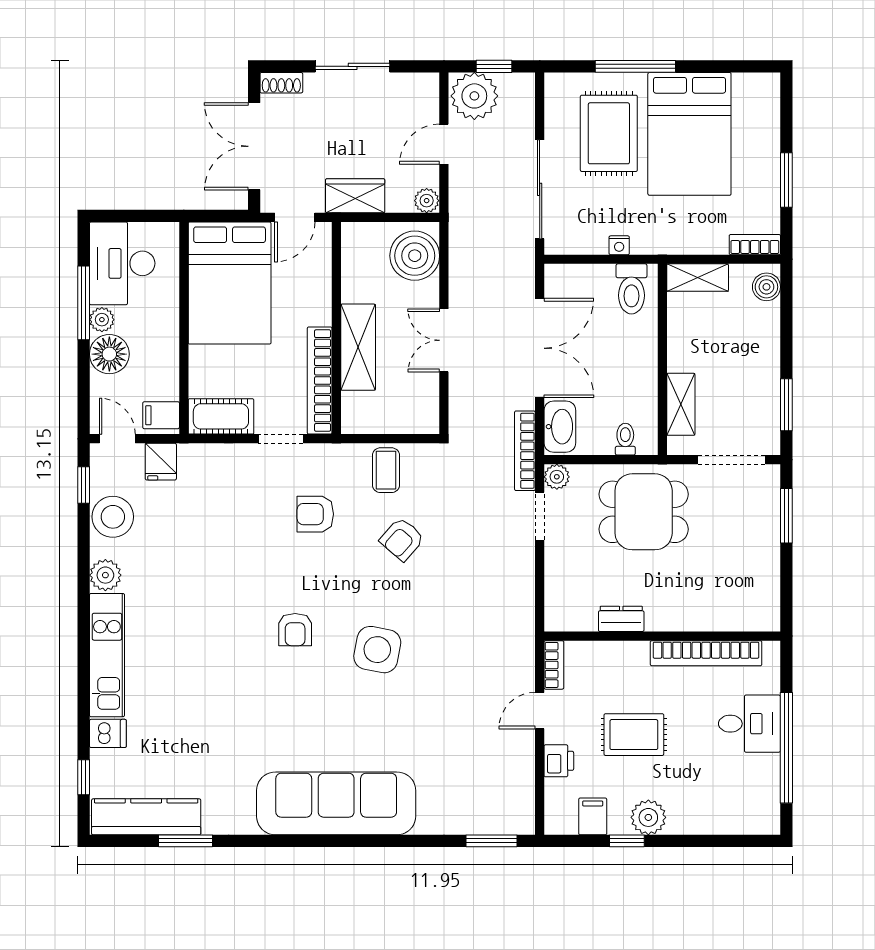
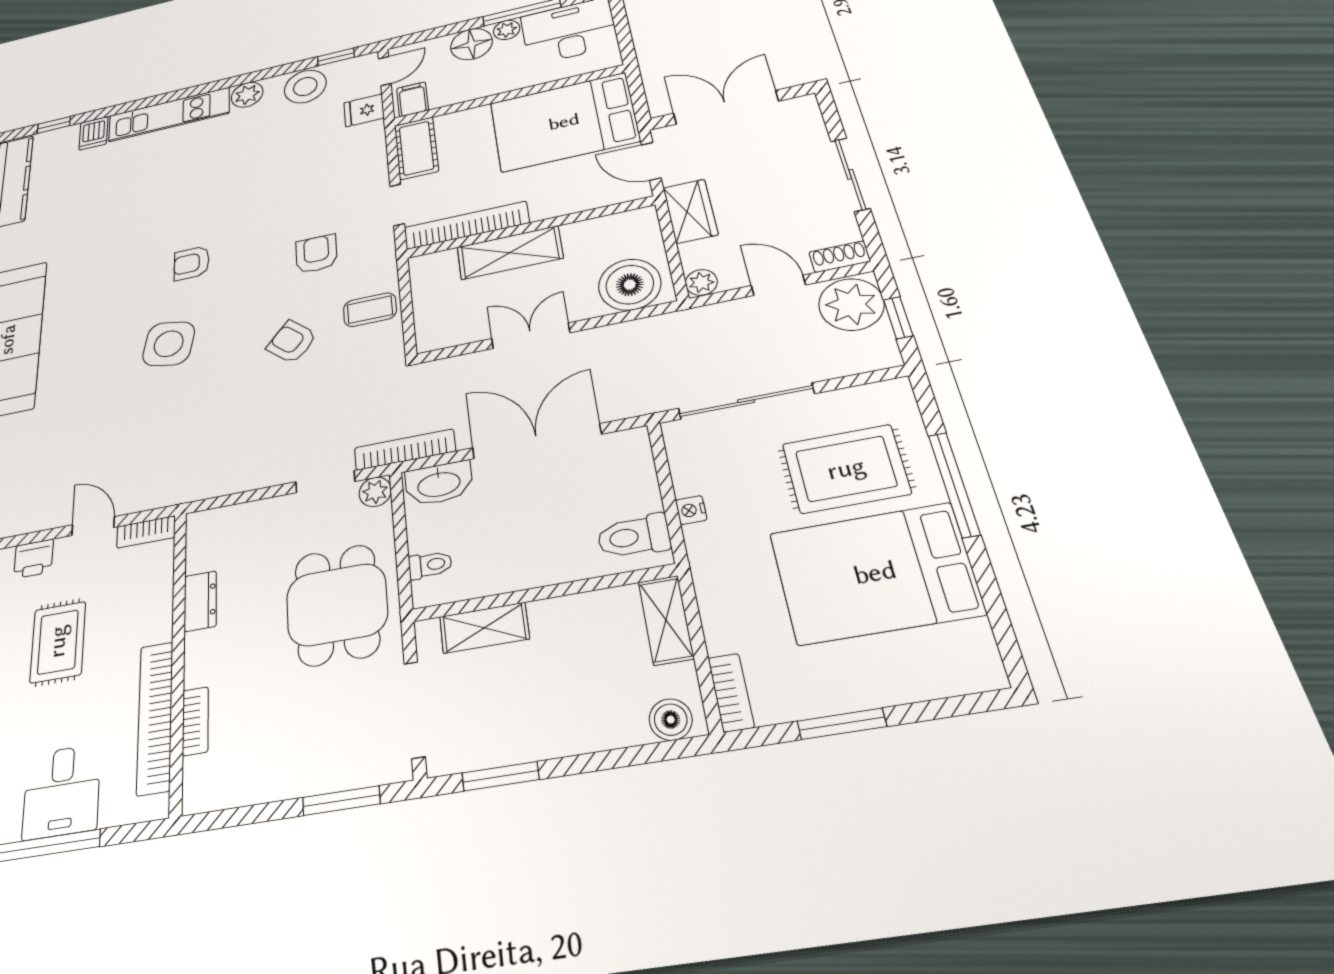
shoe rack: (281, 83) -> (840, 257), moved, turned 90
double door: (540, 348) -> (537, 441), swing flipped
bookcase: (714, 622) -> (195, 721), added

